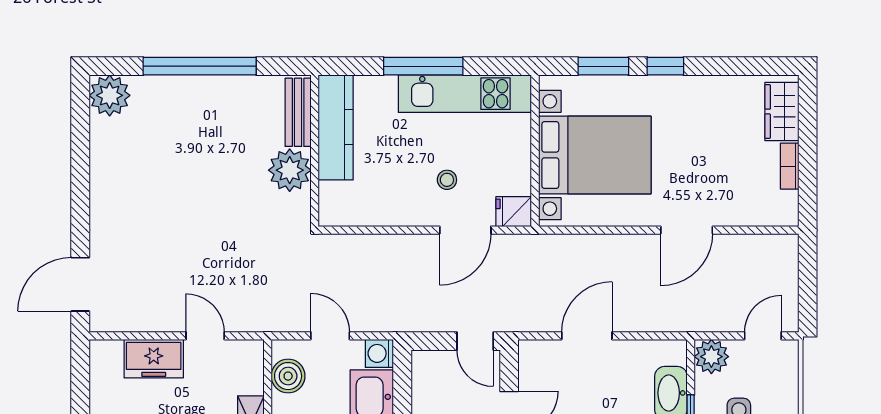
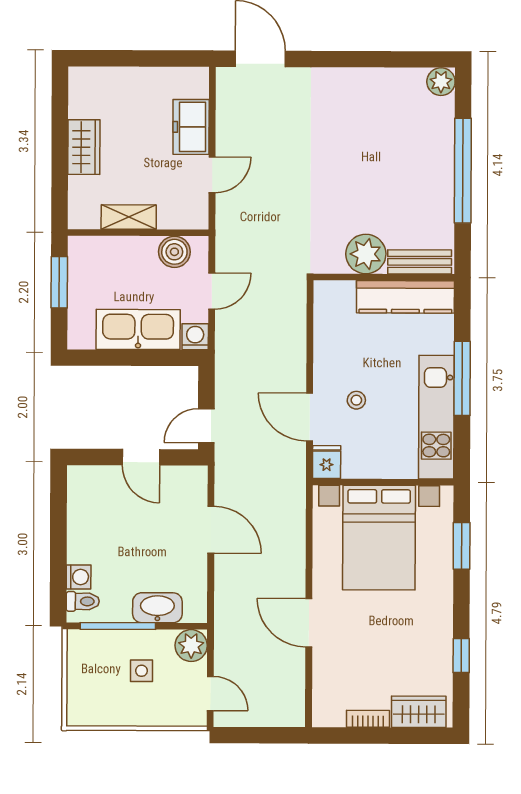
window: (665, 66) -> (461, 655), moved
plant: (110, 95) -> (441, 82), width x0.73, depth x0.73

